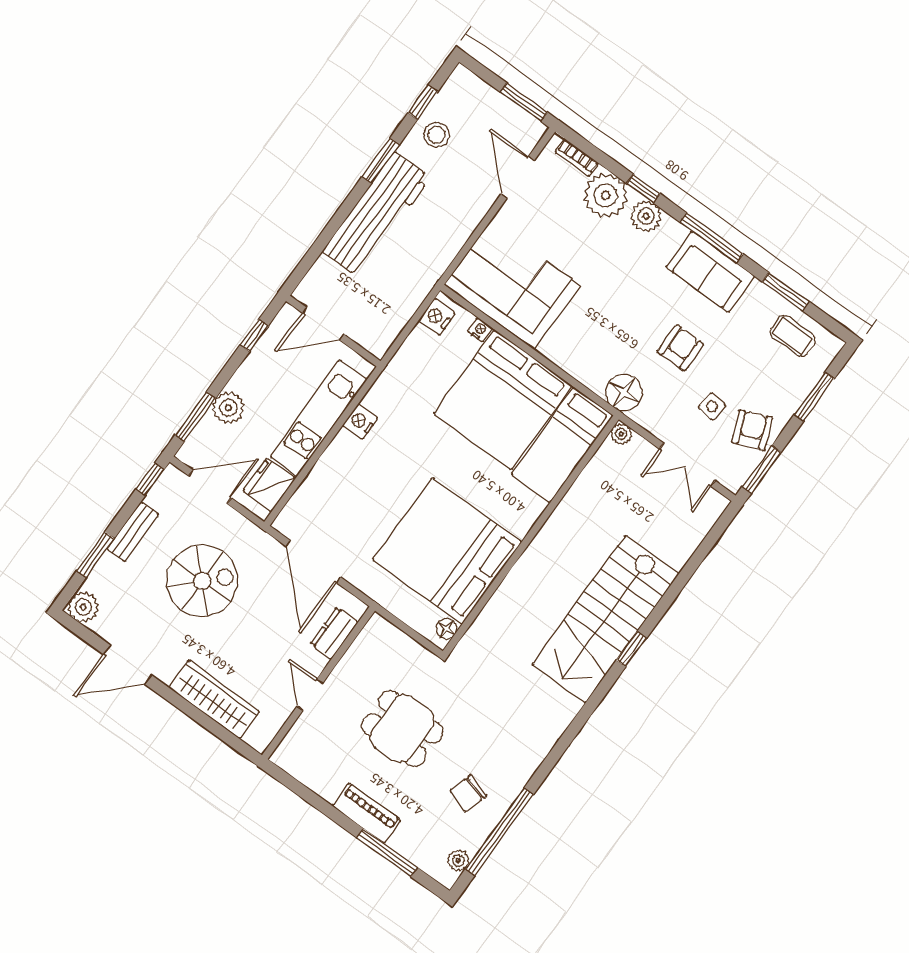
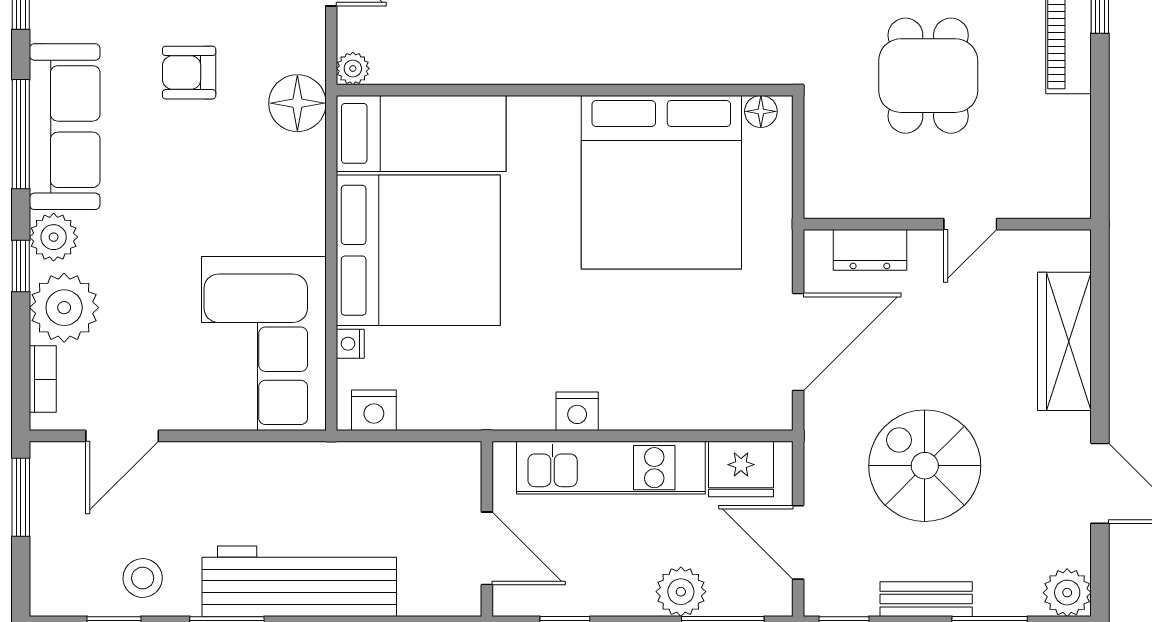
sofa: (710, 272) -> (65, 127), width x1.36

